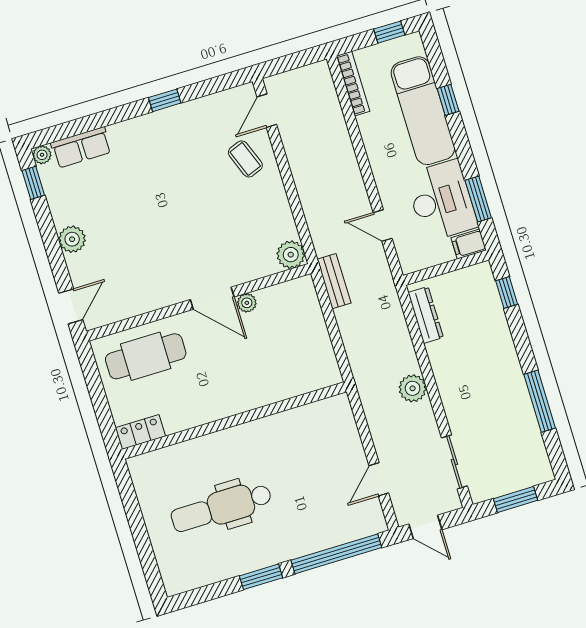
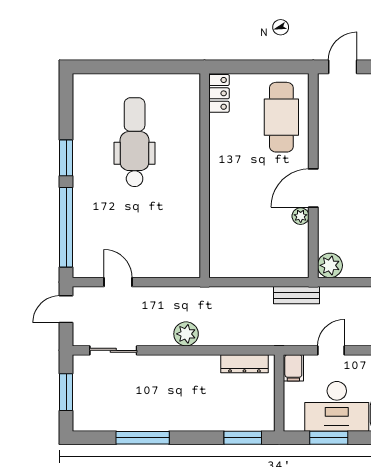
filing cabinet: (469, 244) -> (293, 368), moved, turned 180
window: (507, 292) -> (243, 438), width x1.50
door: (71, 306) -> (343, 67), swing flipped

